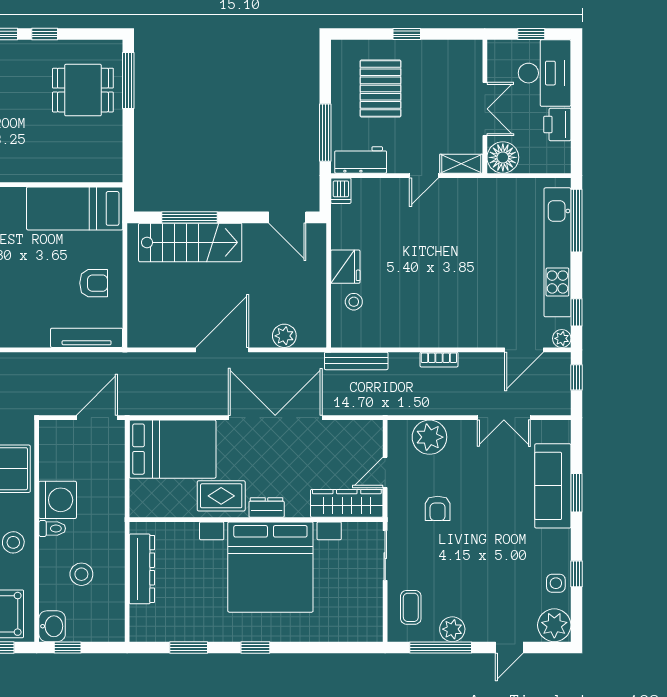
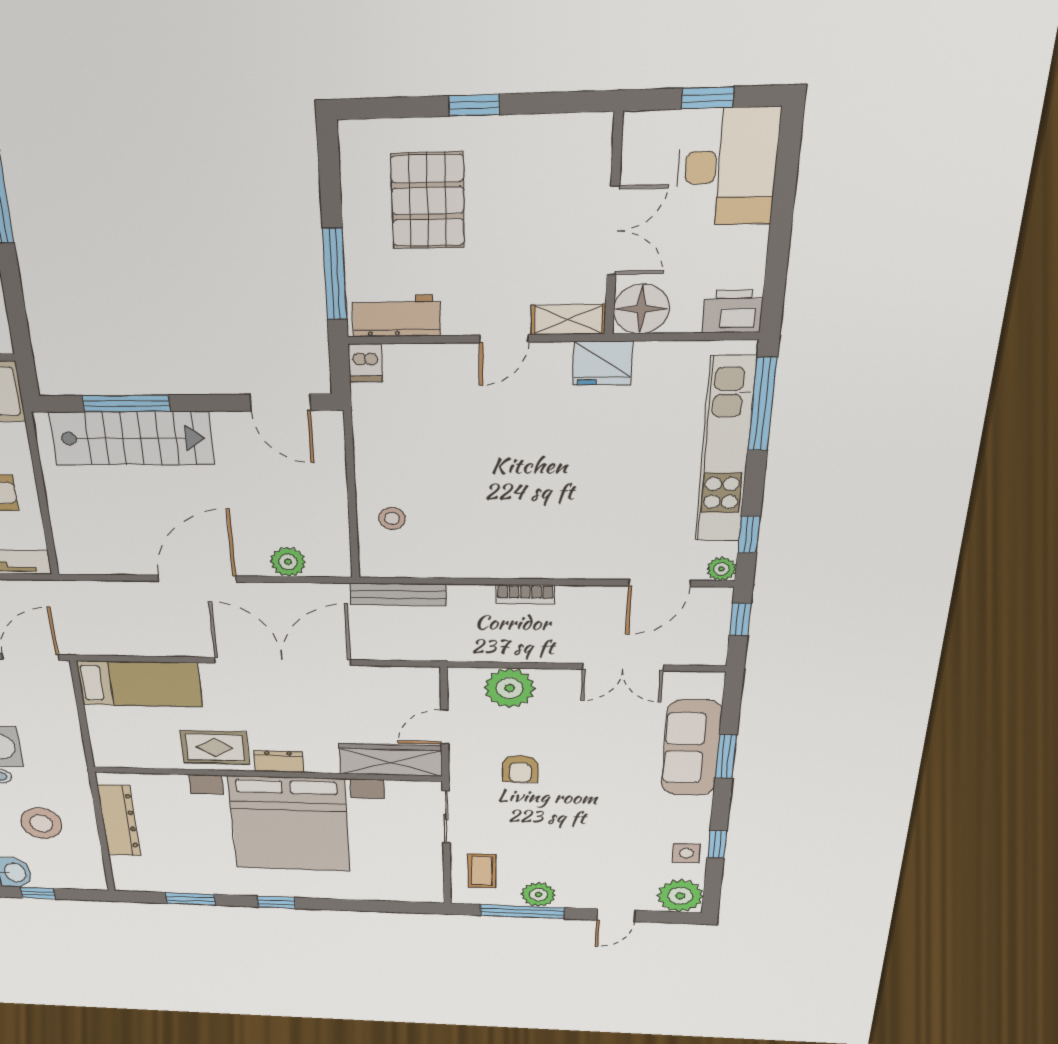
printer: (557, 125) -> (733, 311), moved, turned 90
fridge: (345, 267) -> (602, 363), moved, turned 90
bed: (173, 449) -> (140, 684), width x0.67
stool: (81, 574) -> (41, 823), width x1.38, depth x1.38

